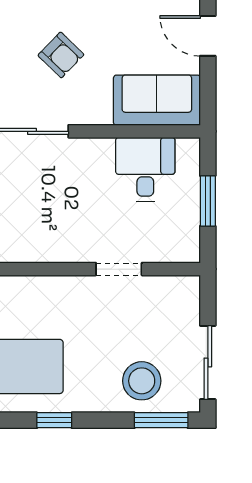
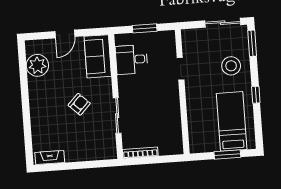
stool: (142, 381) -> (231, 66), moved

